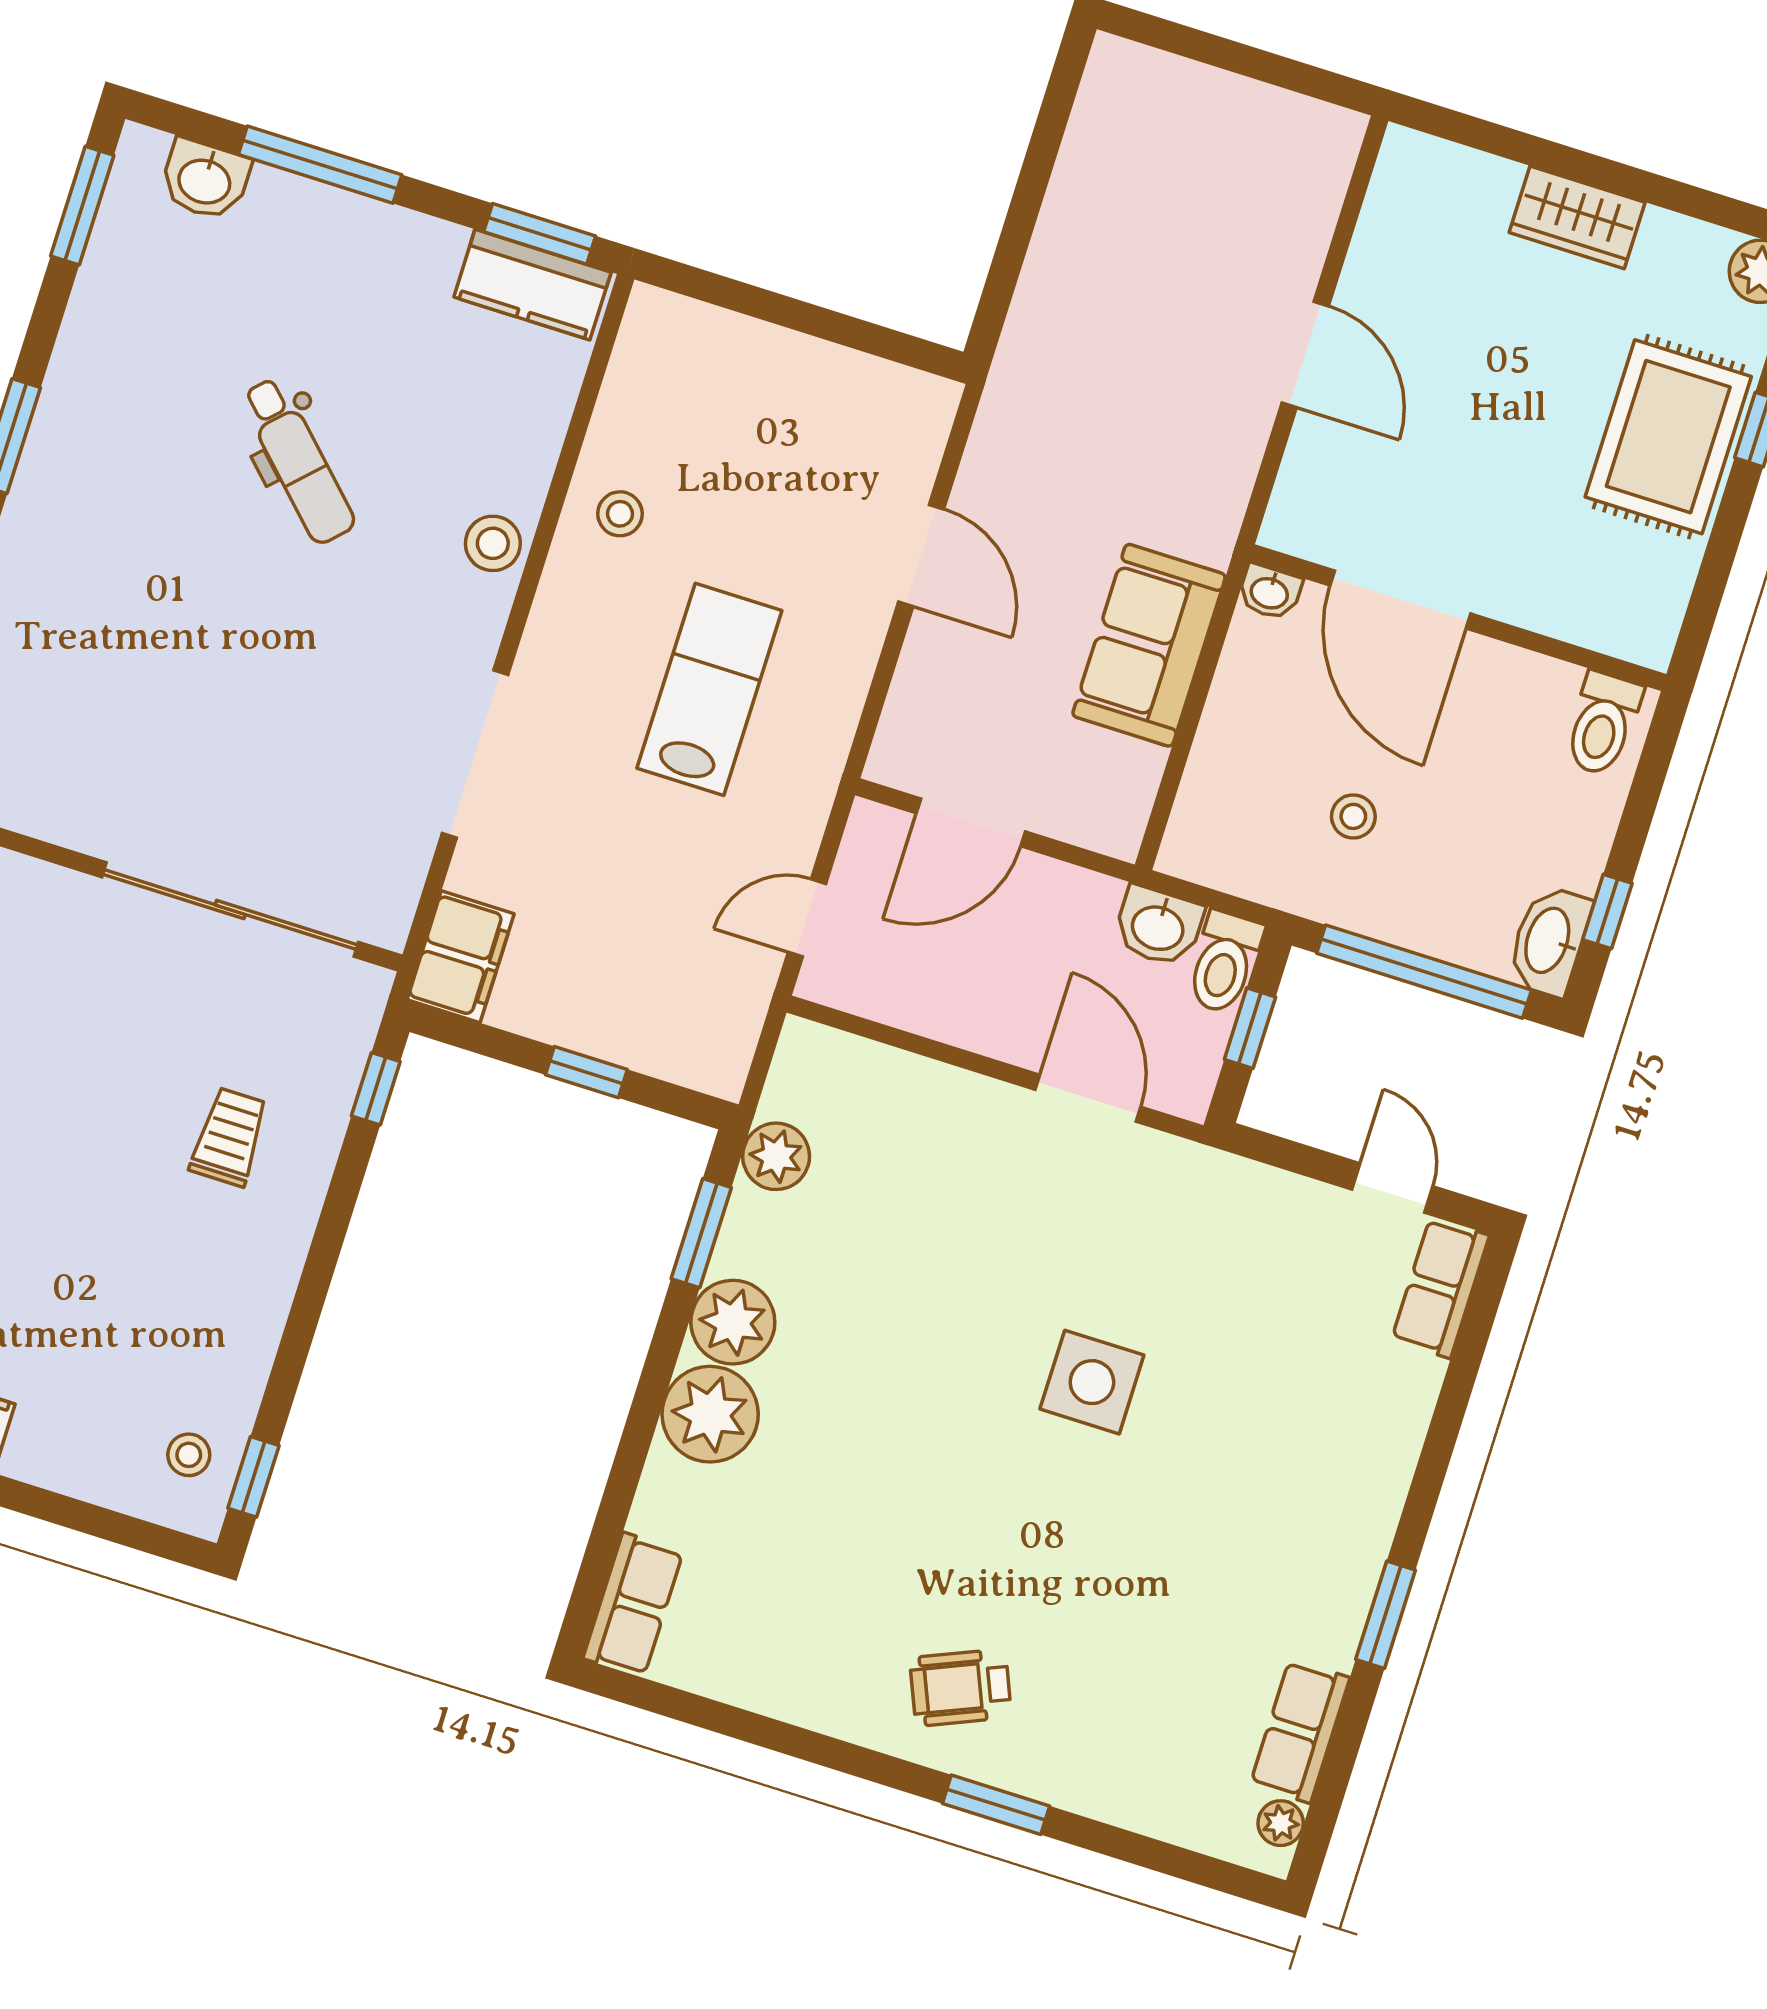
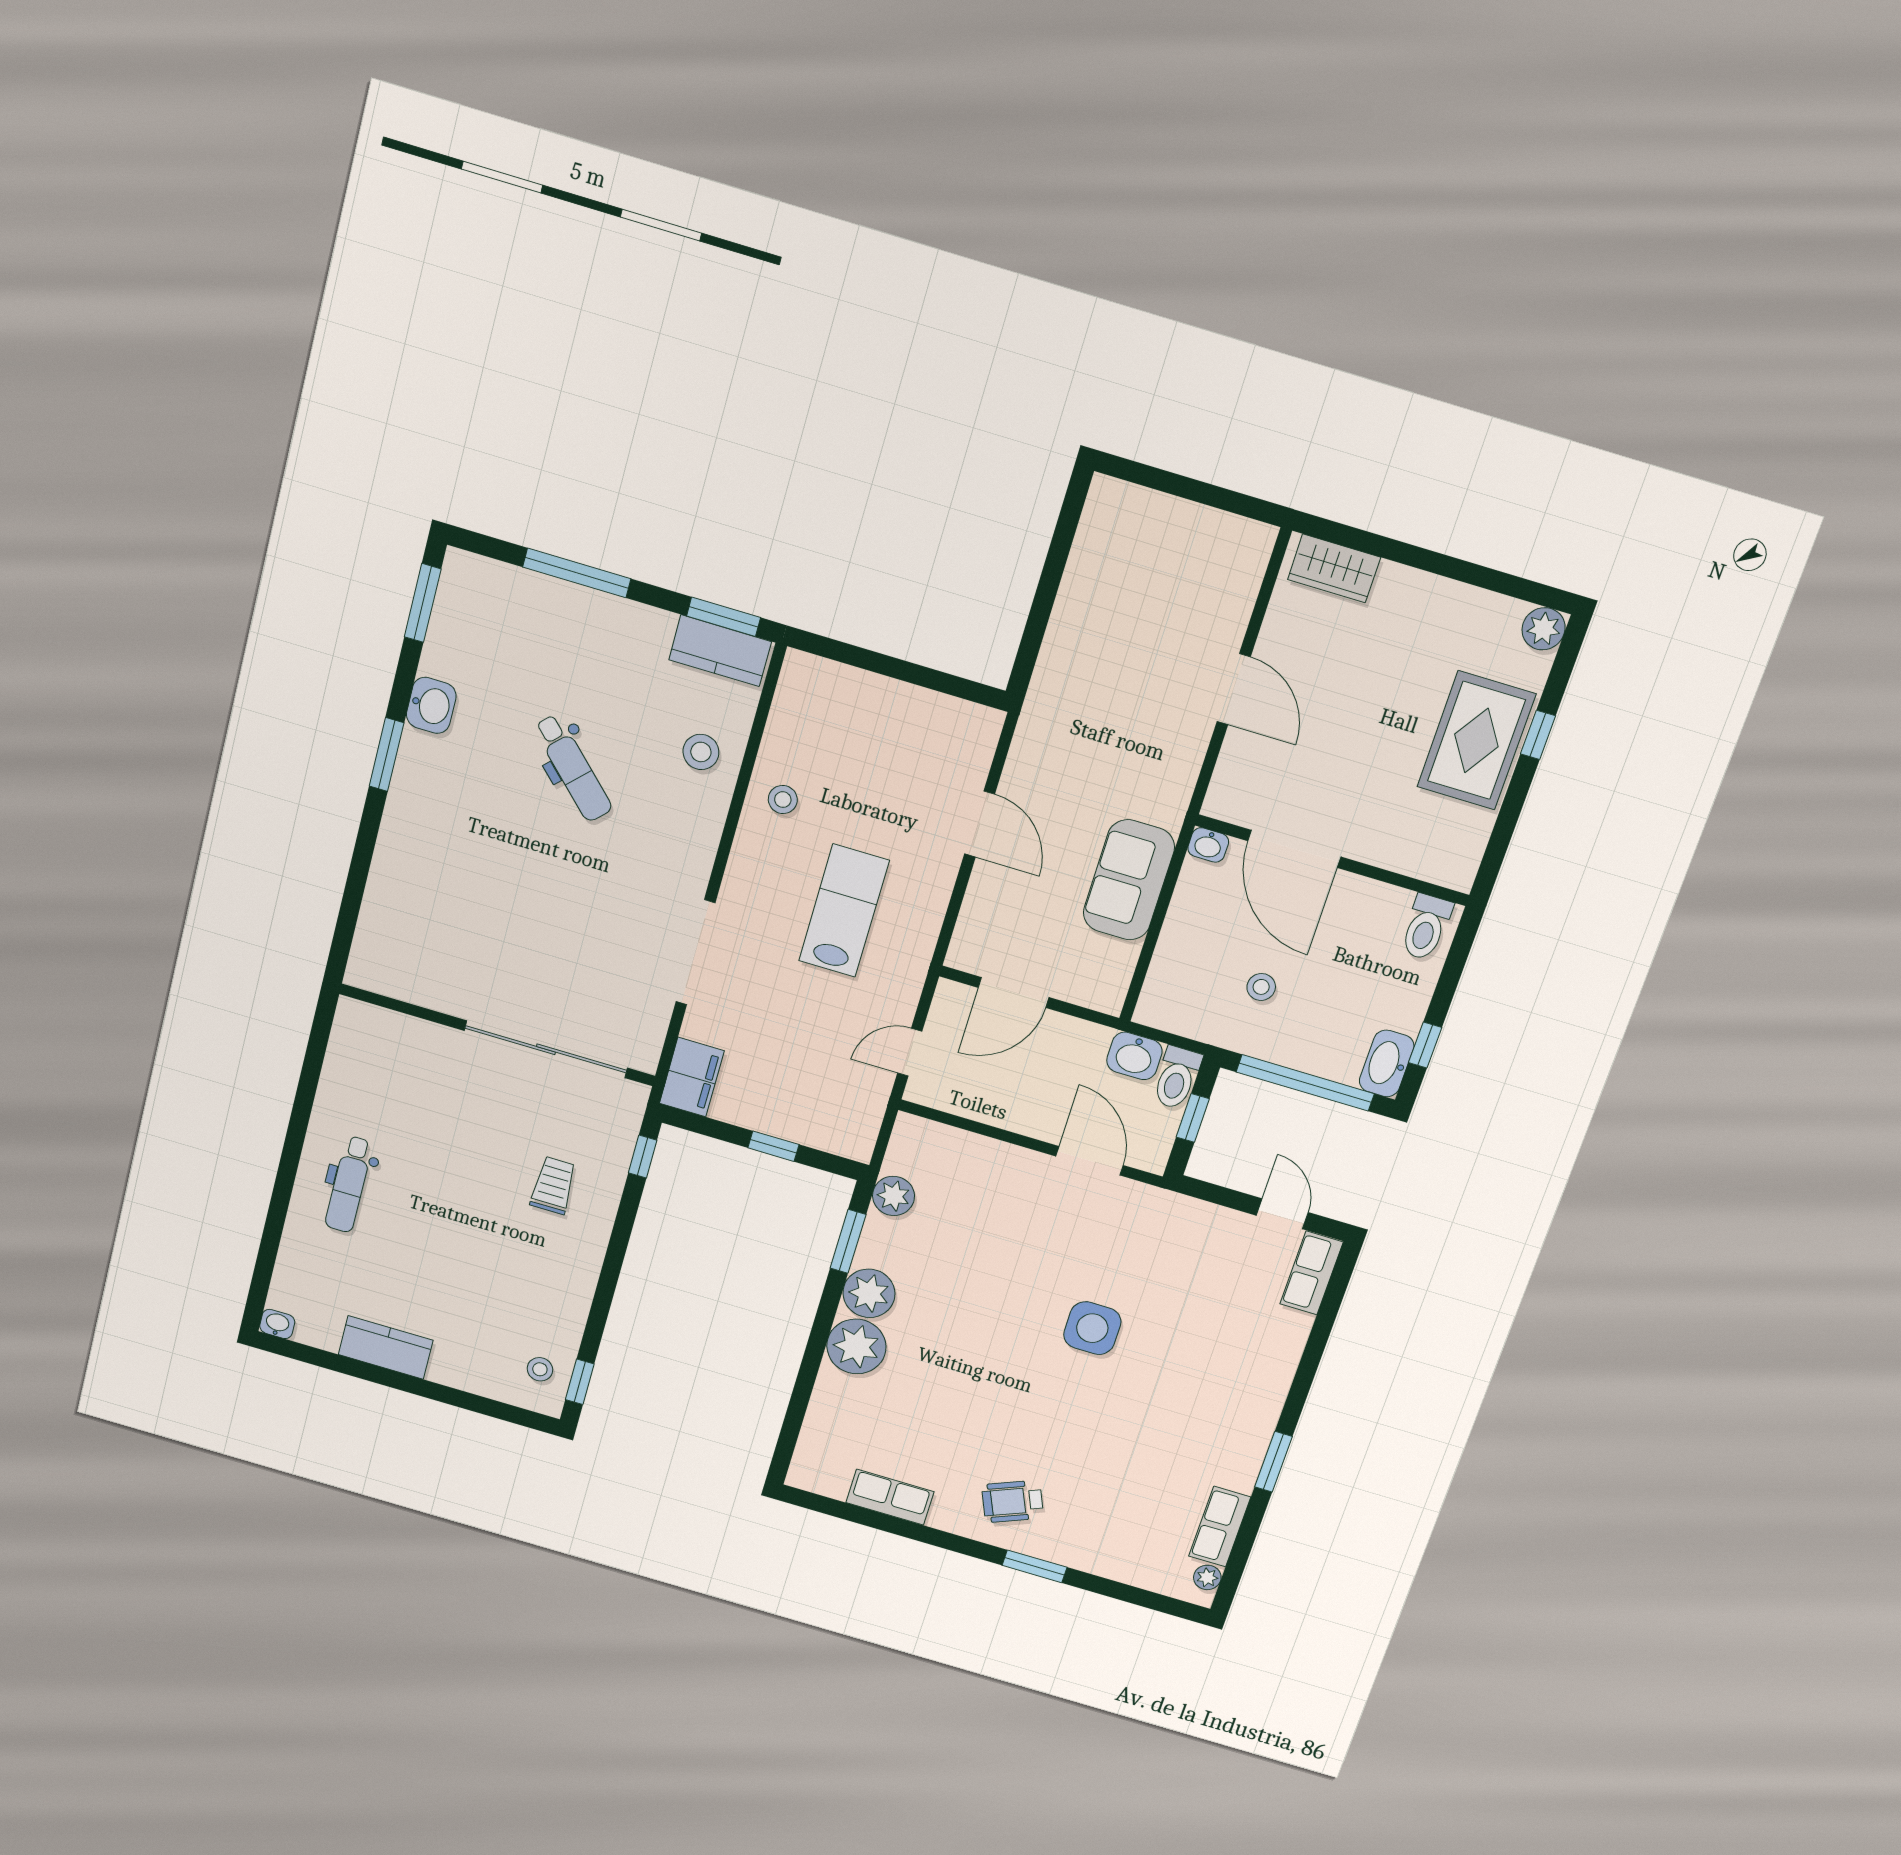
washbasin: (205, 180) -> (431, 705), moved, turned -90
wardrobe: (1577, 217) -> (1334, 568), moved
stool: (493, 543) -> (701, 752), moved
row of seats: (633, 1605) -> (890, 1497), moved, turned -90

